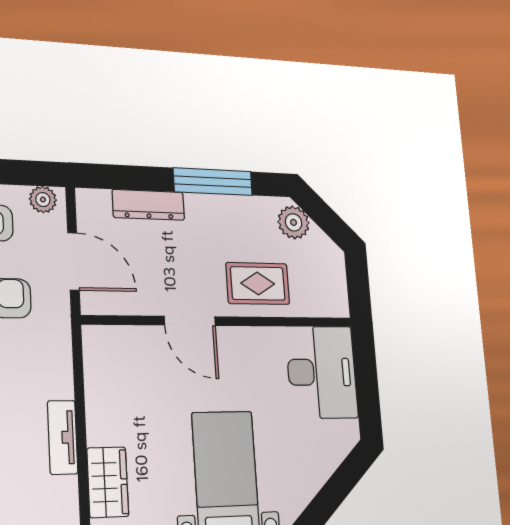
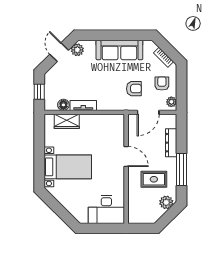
rug: (258, 283) -> (154, 179), moved, turned 90
door: (190, 321) -> (126, 157), swing flipped
floor lamp: (63, 493) -> (63, 105), added

